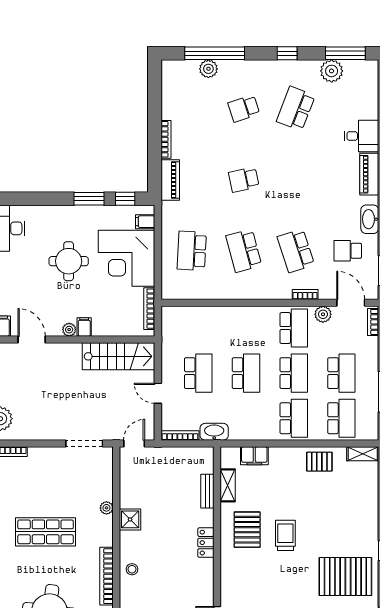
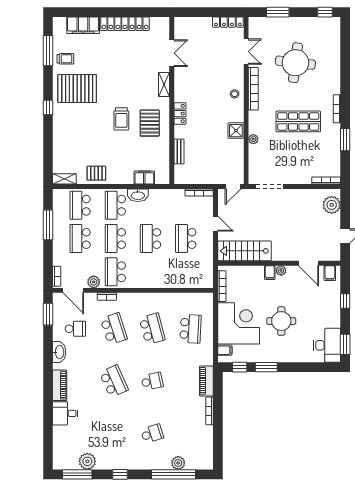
school desk: (296, 108) -> (114, 381), moved, turned -45
washbasin: (214, 432) -> (138, 195), moved
shelving: (228, 485) -> (164, 84), moved

